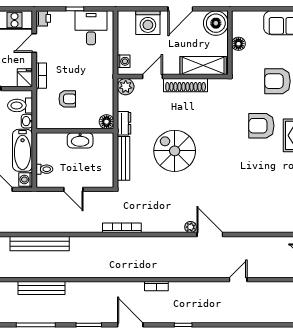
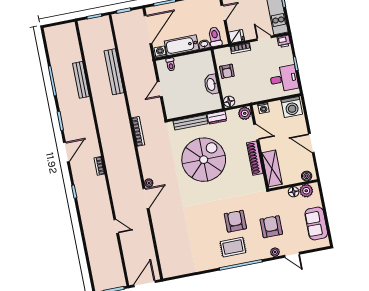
washing machine: (148, 23) -> (292, 107), moved, turned -90
boiler: (216, 23) -> (307, 176), width x0.54, depth x0.54
plant: (240, 27) -> (306, 191), added
floor lamp: (107, 122) -> (229, 102), moved
wall: (75, 131) -> (218, 79), moved
washbasin: (80, 140) -> (211, 84), moved
spiral stairs: (175, 151) -> (204, 160), width x1.37, depth x1.37

